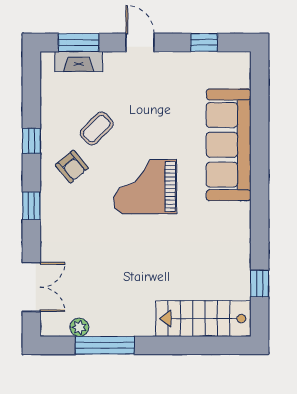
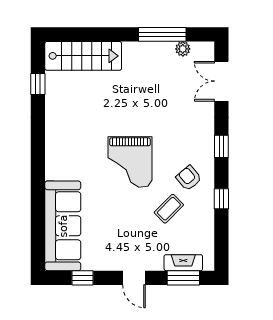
sofa: (229, 145) -> (63, 226), moved
grand piano: (145, 187) -> (130, 162), turned 90

